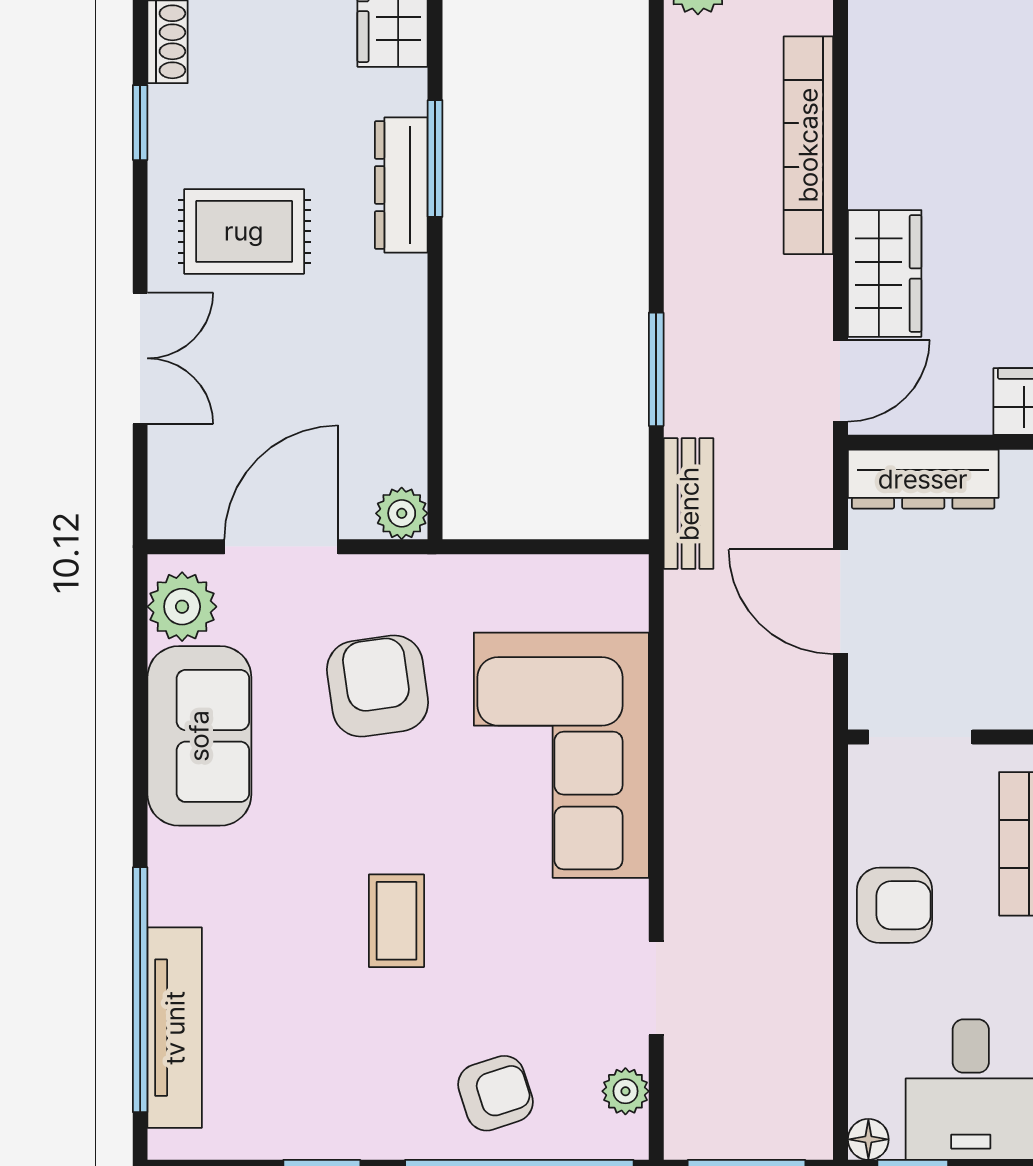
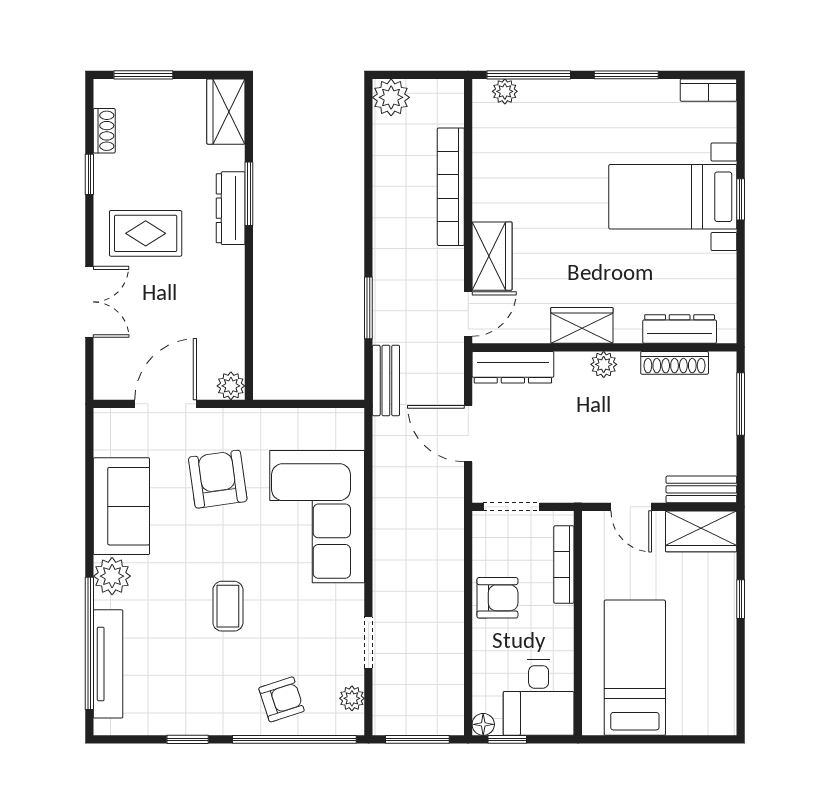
plant: (182, 607) -> (112, 576), moved

